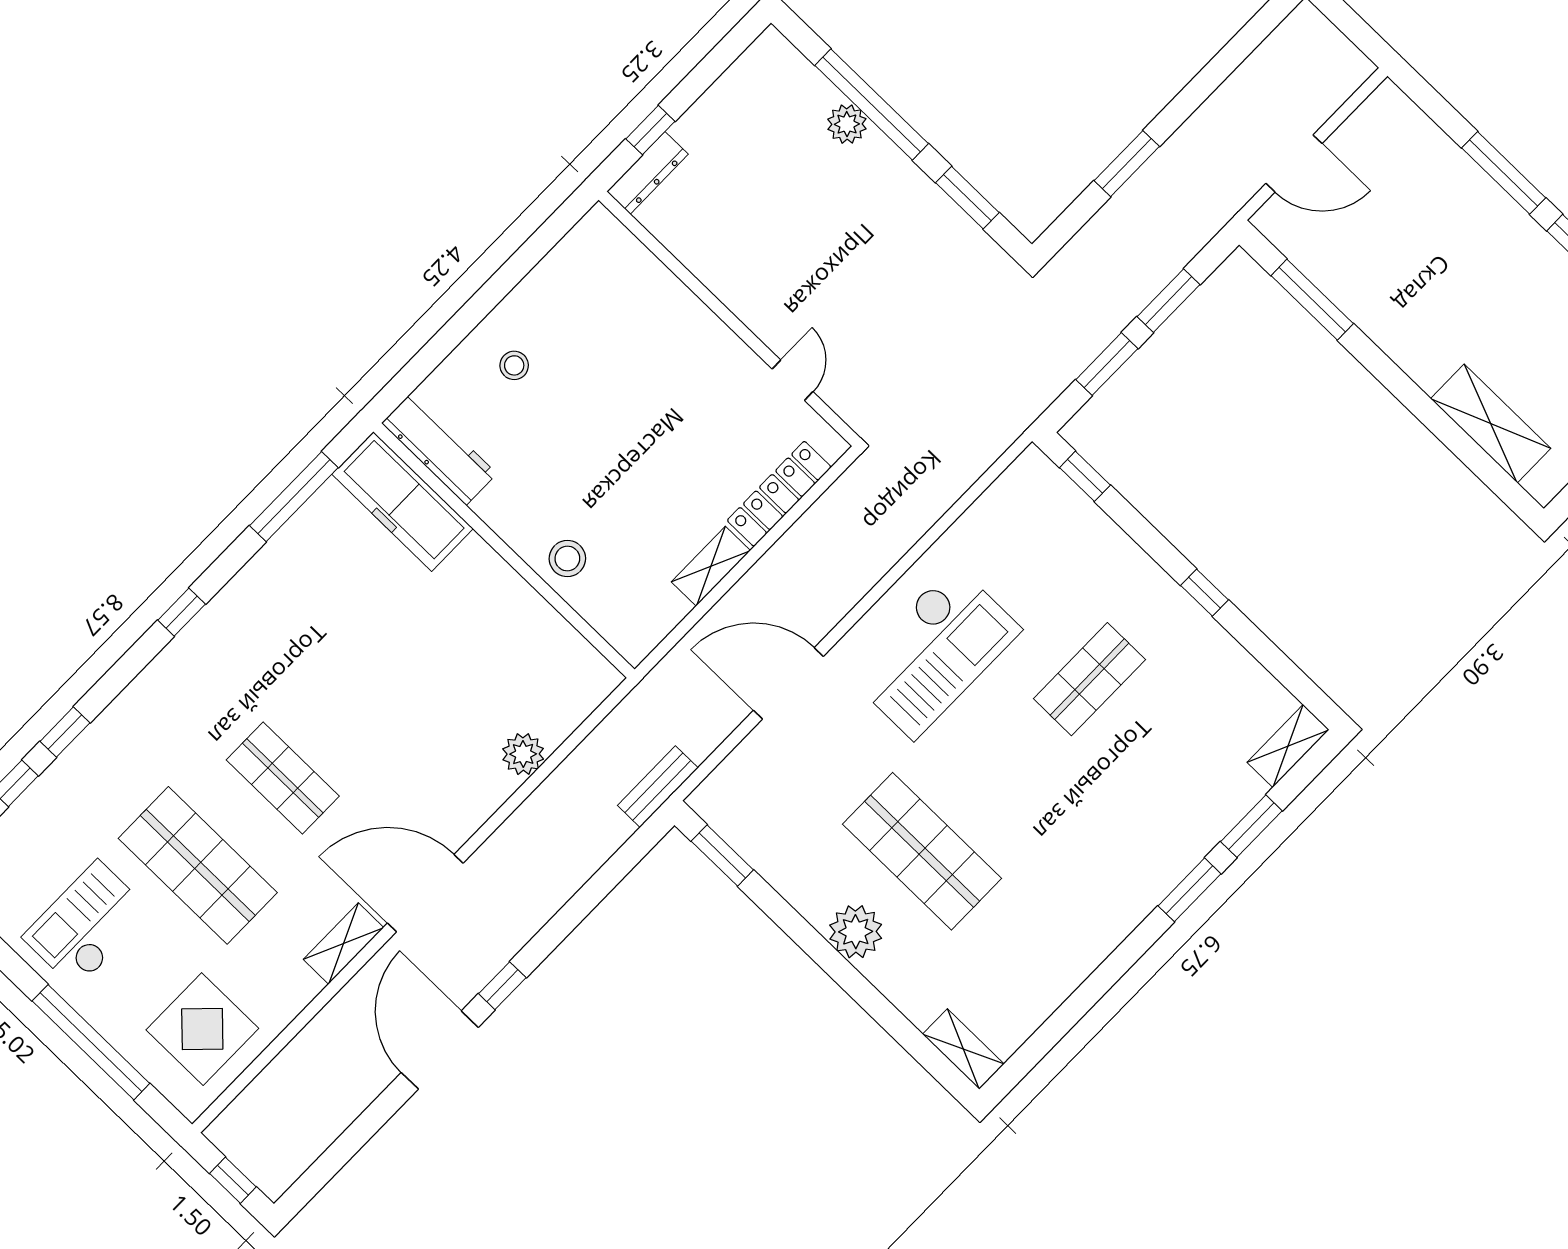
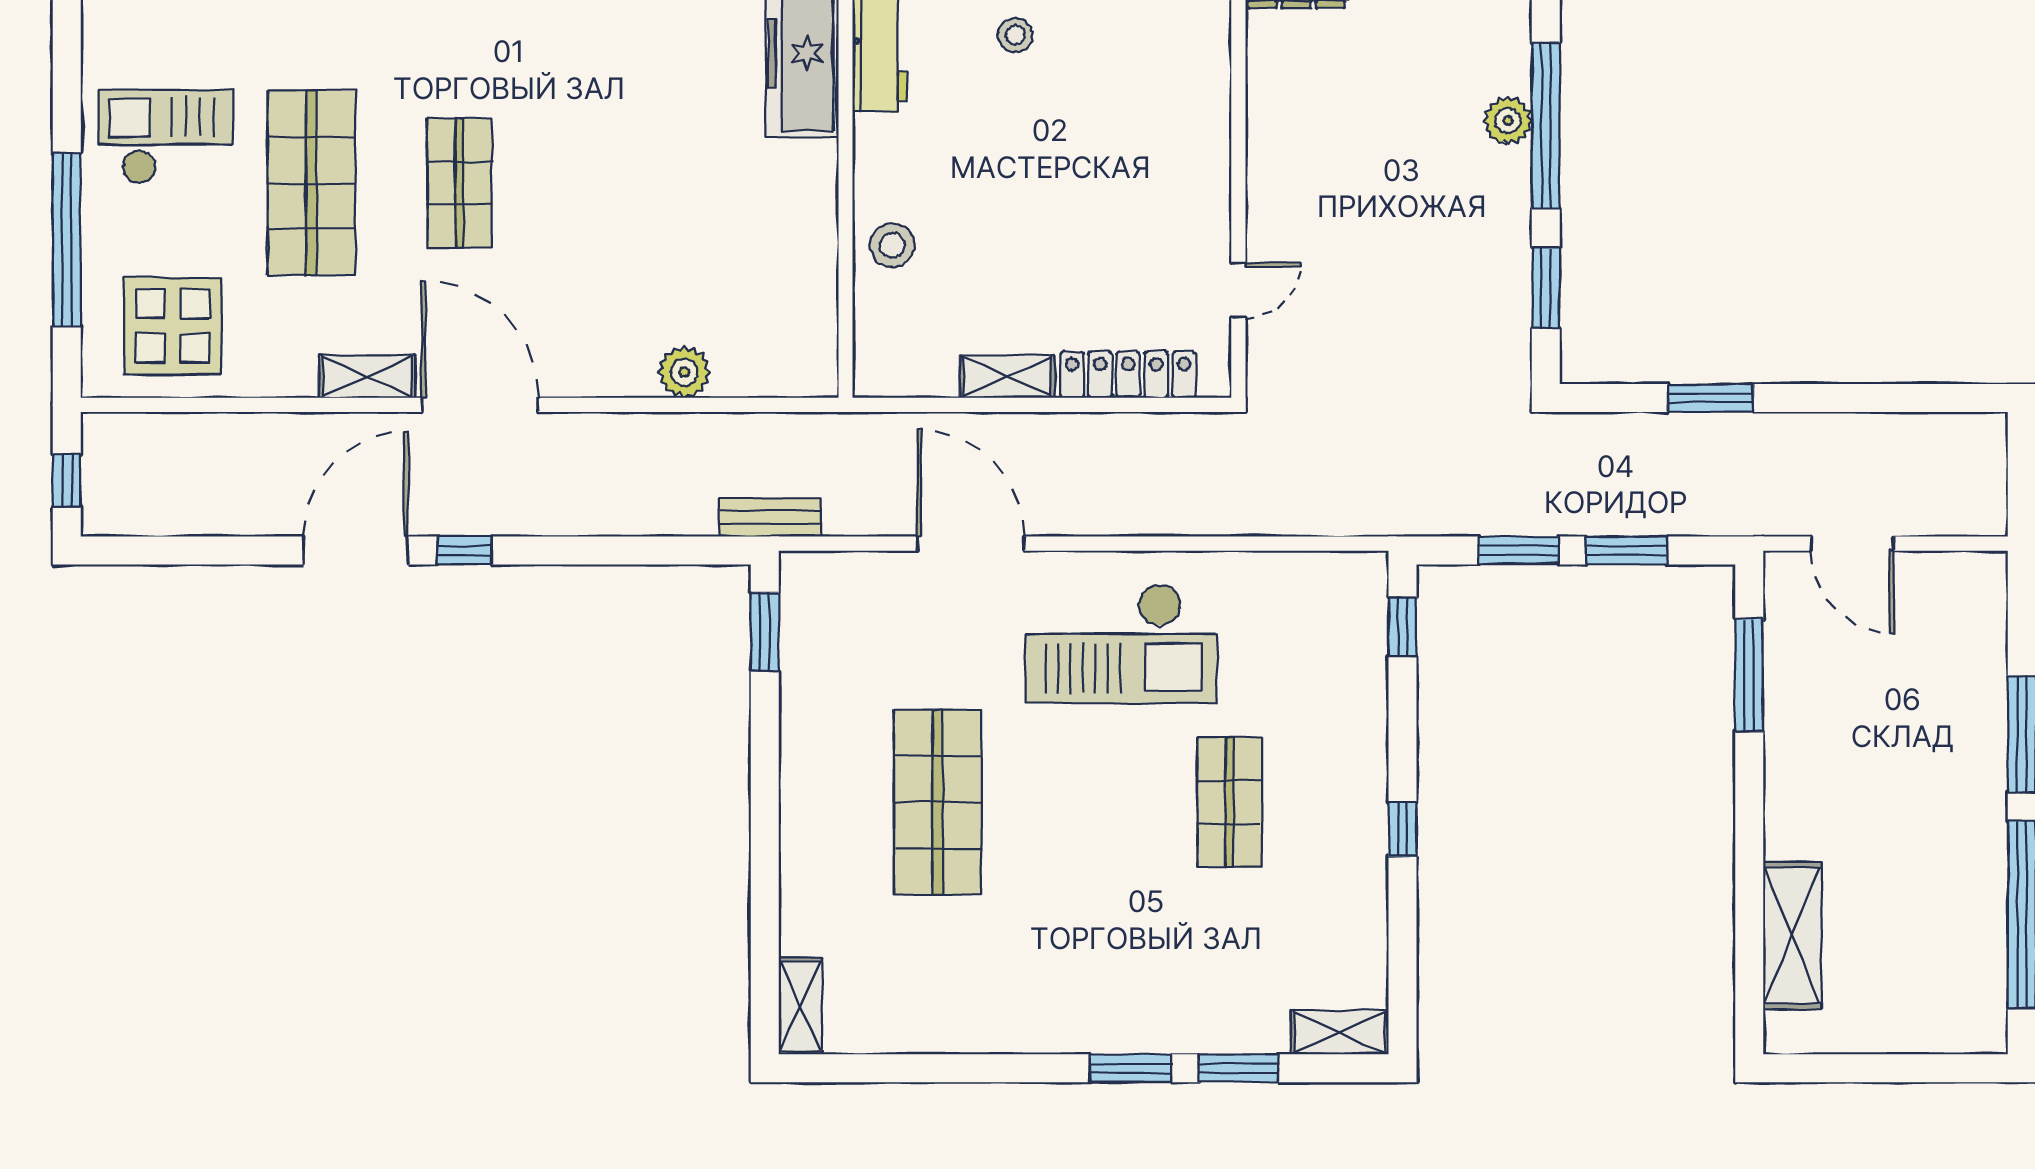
shop shelf: (1089, 679) -> (1230, 802), turned 90
plant: (856, 932) -> (811, 813), removed

